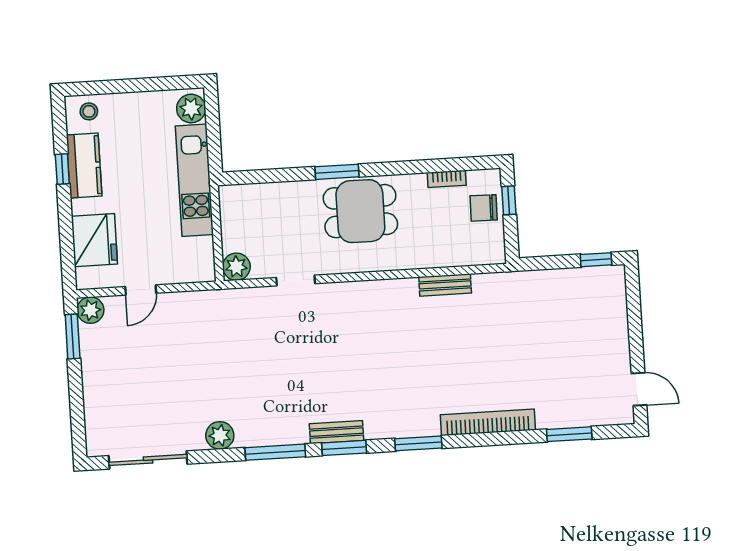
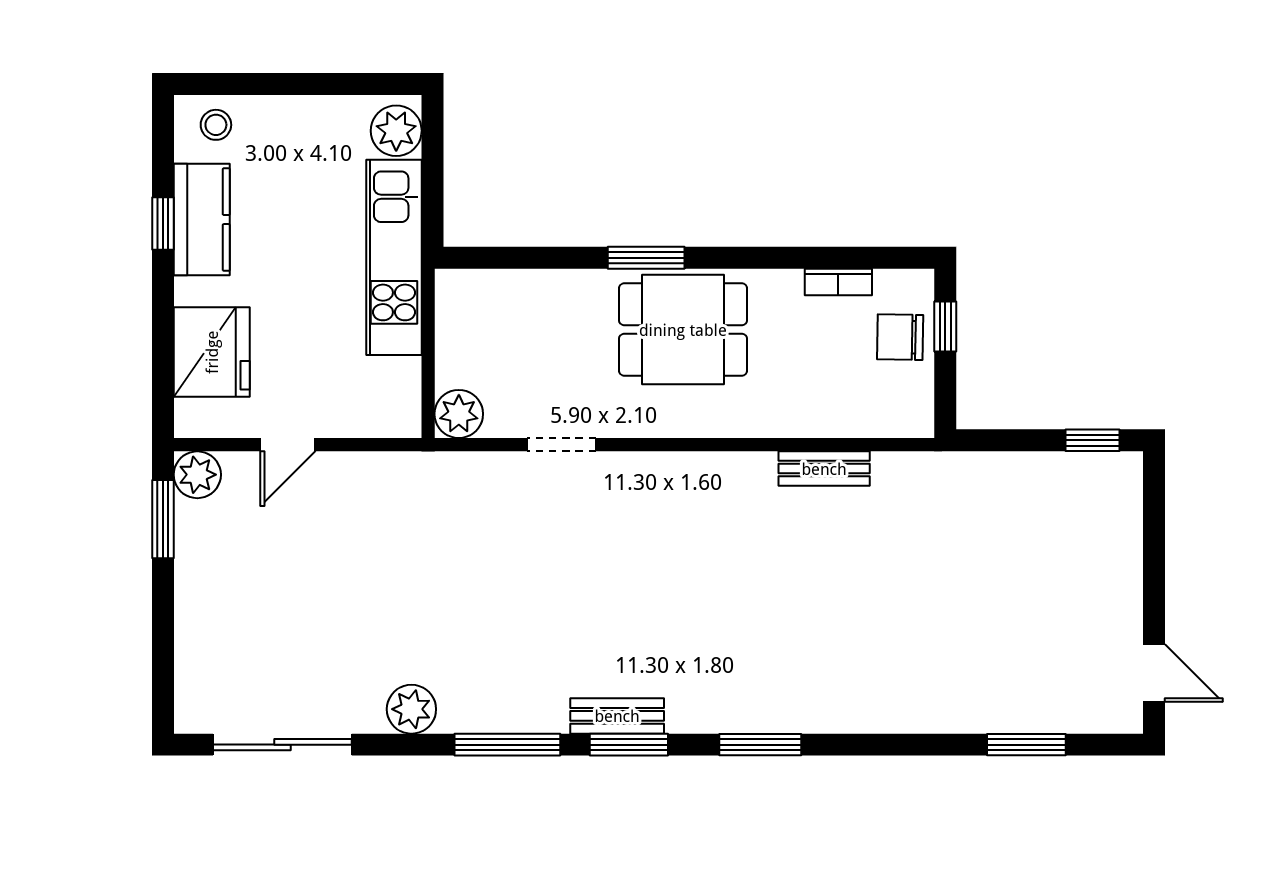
bookcase: (488, 422) -> (885, 715), removed

